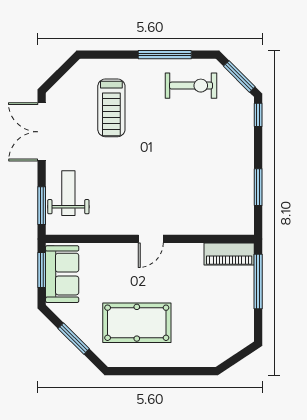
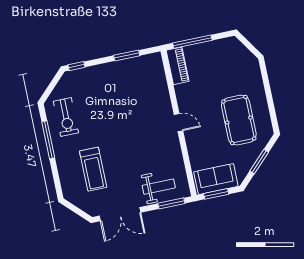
window: (239, 76) -> (53, 85), removed
exercise bike: (191, 86) -> (66, 117), turned 180
treadmill: (111, 108) -> (93, 169), turned 90
weight bench: (68, 193) -> (159, 187), turned 180

